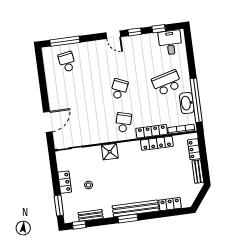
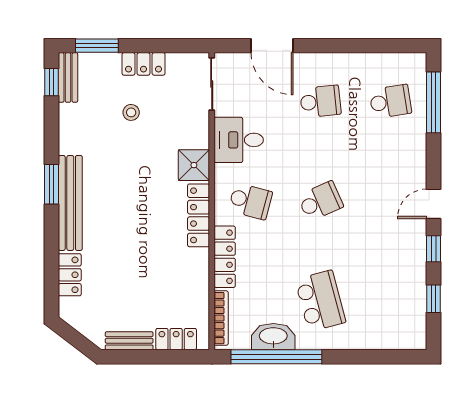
desk: (170, 43) -> (239, 140), moved, turned 180
school desk: (119, 89) -> (320, 201), turned -48
school desk: (71, 95) -> (320, 101), added
locker: (157, 143) -> (199, 215), moved
bench: (91, 215) -> (68, 77), moved

